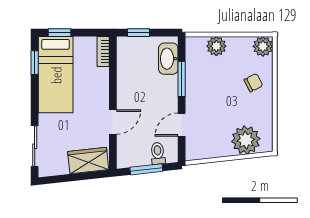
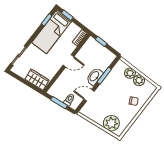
plant: (263, 46) -> (139, 80), moved
washbasin: (168, 59) -> (94, 76), moved
door: (113, 122) -> (68, 61), moved

